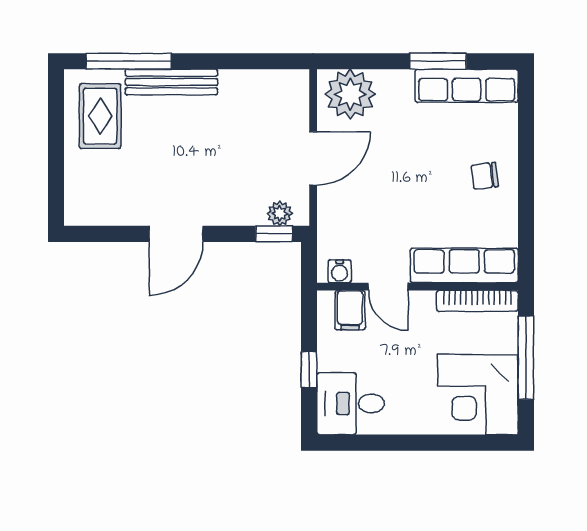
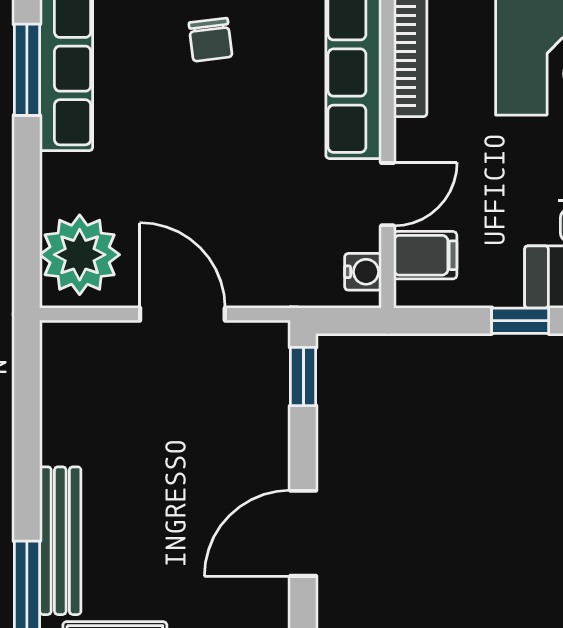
window: (438, 61) -> (27, 70), moved
plant: (280, 214) -> (271, 368), removed
door: (176, 234) -> (303, 533), swing flipped

